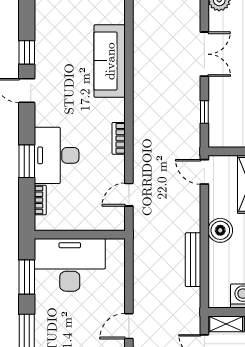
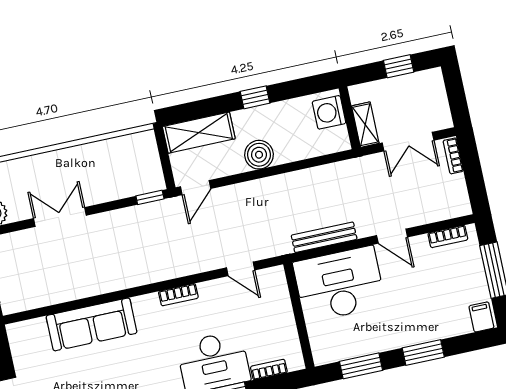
window: (204, 112) -> (150, 197), moved
bench: (193, 260) -> (324, 237), moved
desk: (70, 265) -> (339, 284), moved, turned 90

